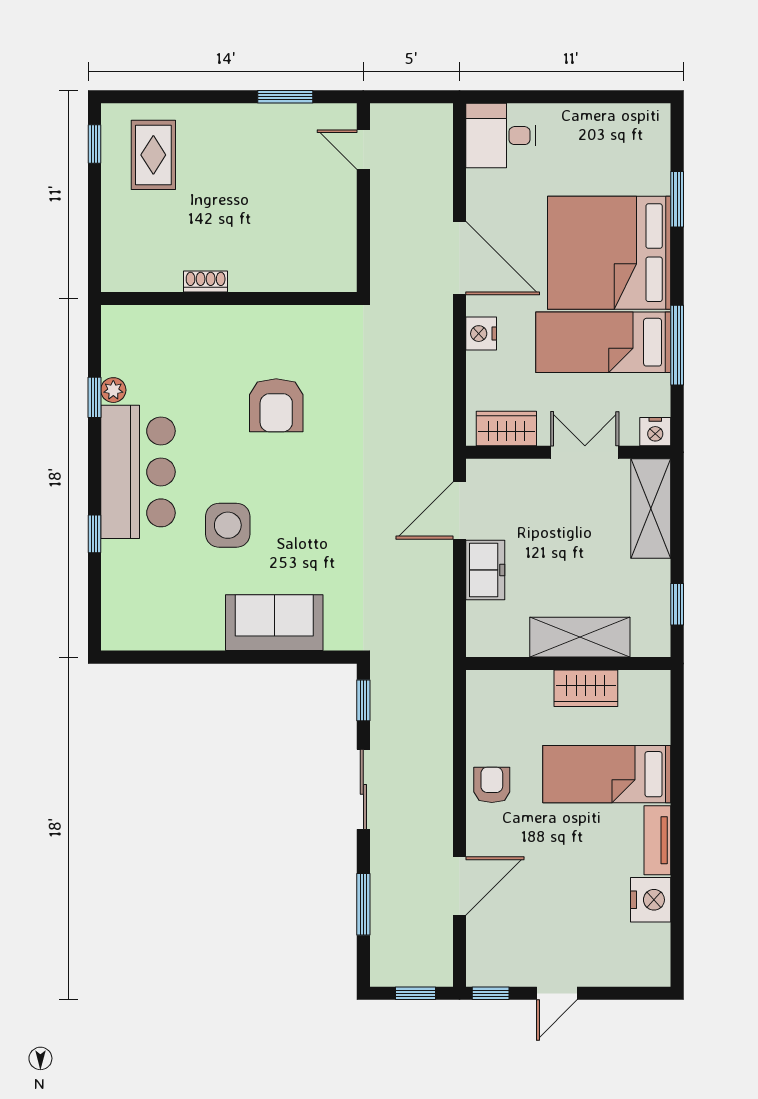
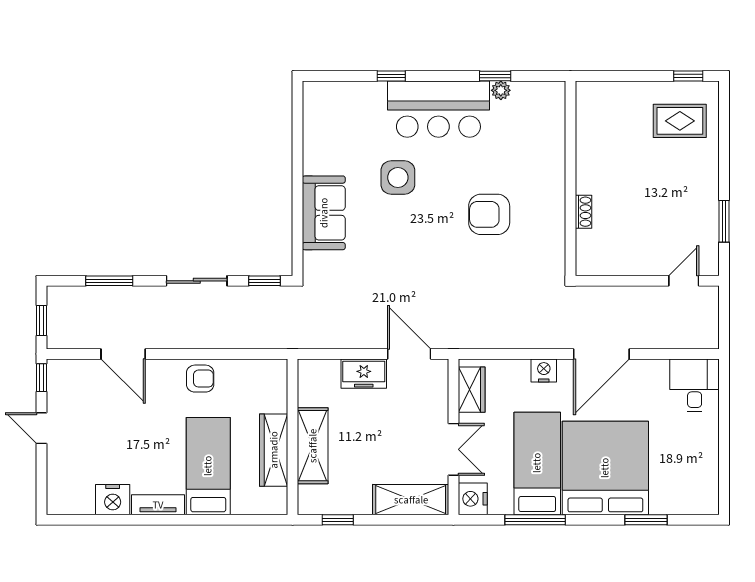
shoe rack: (206, 281) -> (583, 212), moved
nightstand: (655, 432) -> (473, 499), width x1.36, depth x1.33
wardrobe: (586, 688) -> (274, 450), width x1.50

